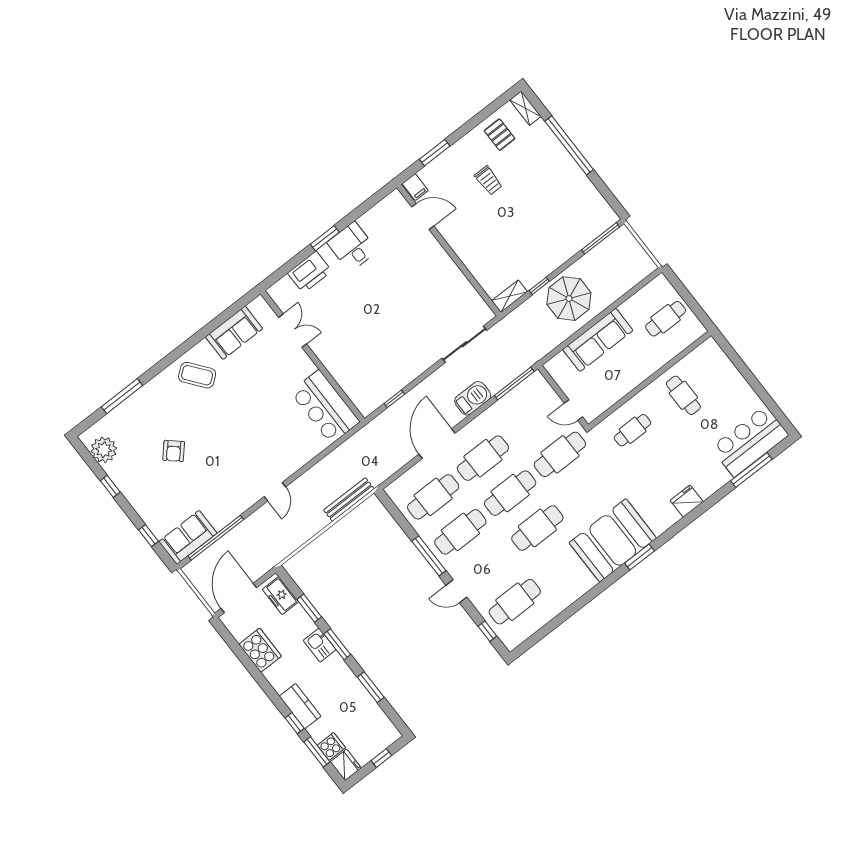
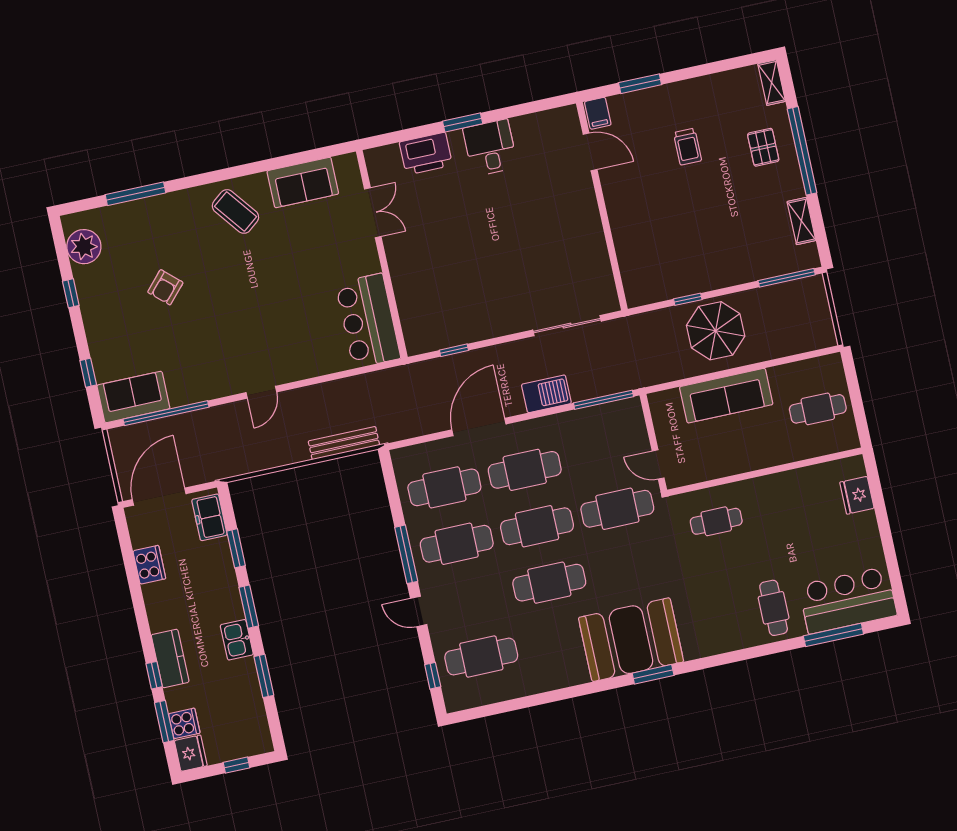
pallet: (500, 135) -> (763, 147), moved
shelving: (510, 296) -> (801, 221), moved, turned 90
cafe table: (683, 395) -> (774, 608), moved
fridge: (687, 501) -> (857, 495), moved, turned -90
kitchen sink: (320, 645) -> (237, 640), moved
cooker: (260, 650) -> (149, 565), width x0.73, depth x0.76

